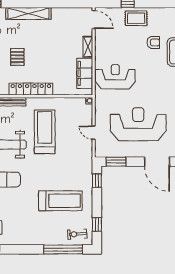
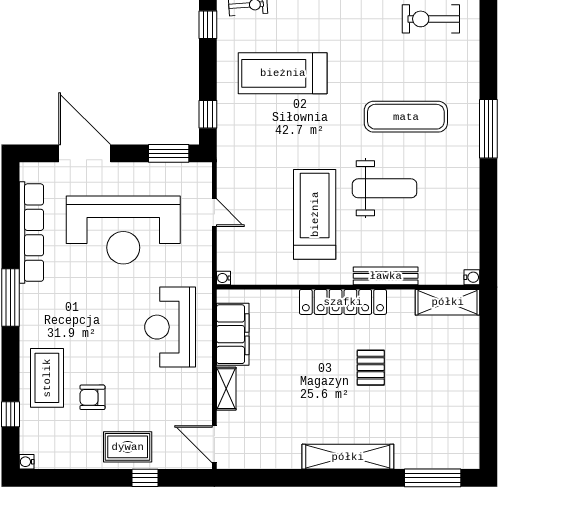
reception desk: (115, 77) -> (170, 327), turned 90
treadmill: (45, 132) -> (315, 214), turned 180

